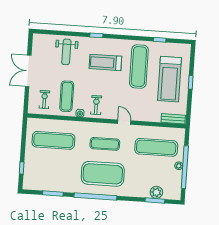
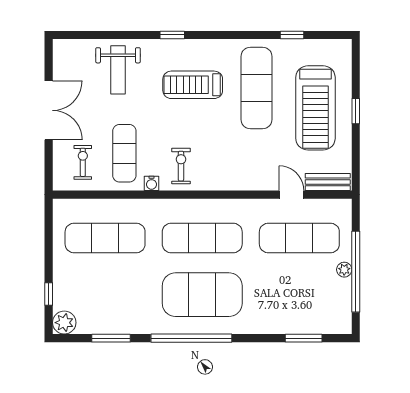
double door: (28, 71) -> (49, 110), swing flipped
door: (124, 122) -> (292, 195), moved
exercise mat: (105, 144) -> (202, 238), width x1.36, depth x1.45
plant: (156, 192) -> (64, 323), moved

